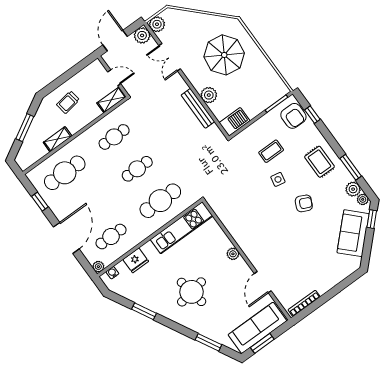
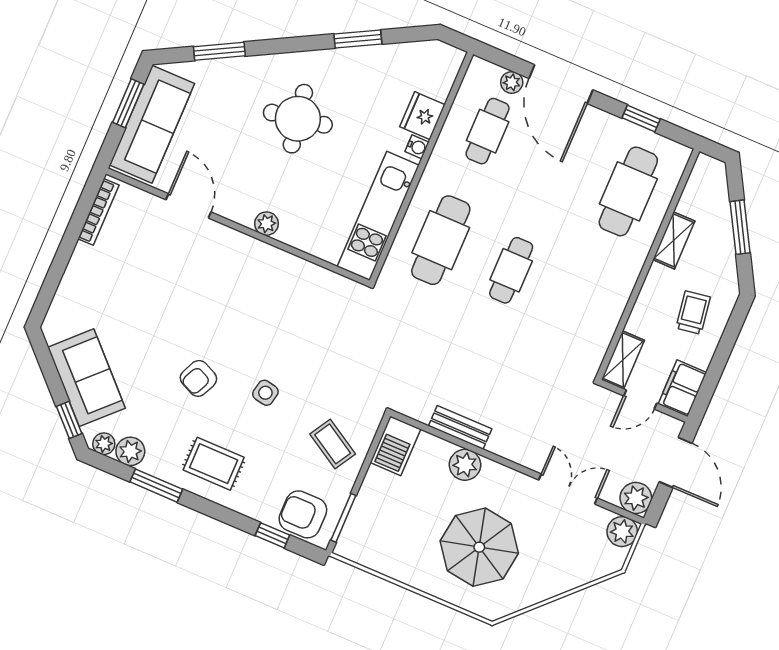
filing cabinet: (93, 72) -> (682, 388), added
bench: (198, 108) -> (460, 427), width x0.73
cafe table: (114, 137) -> (582, 300), removed
coffee table: (271, 151) -> (333, 444), moved, turned -59
plant: (98, 267) -> (512, 82), moved
water cooler: (112, 273) -> (417, 147), moved

